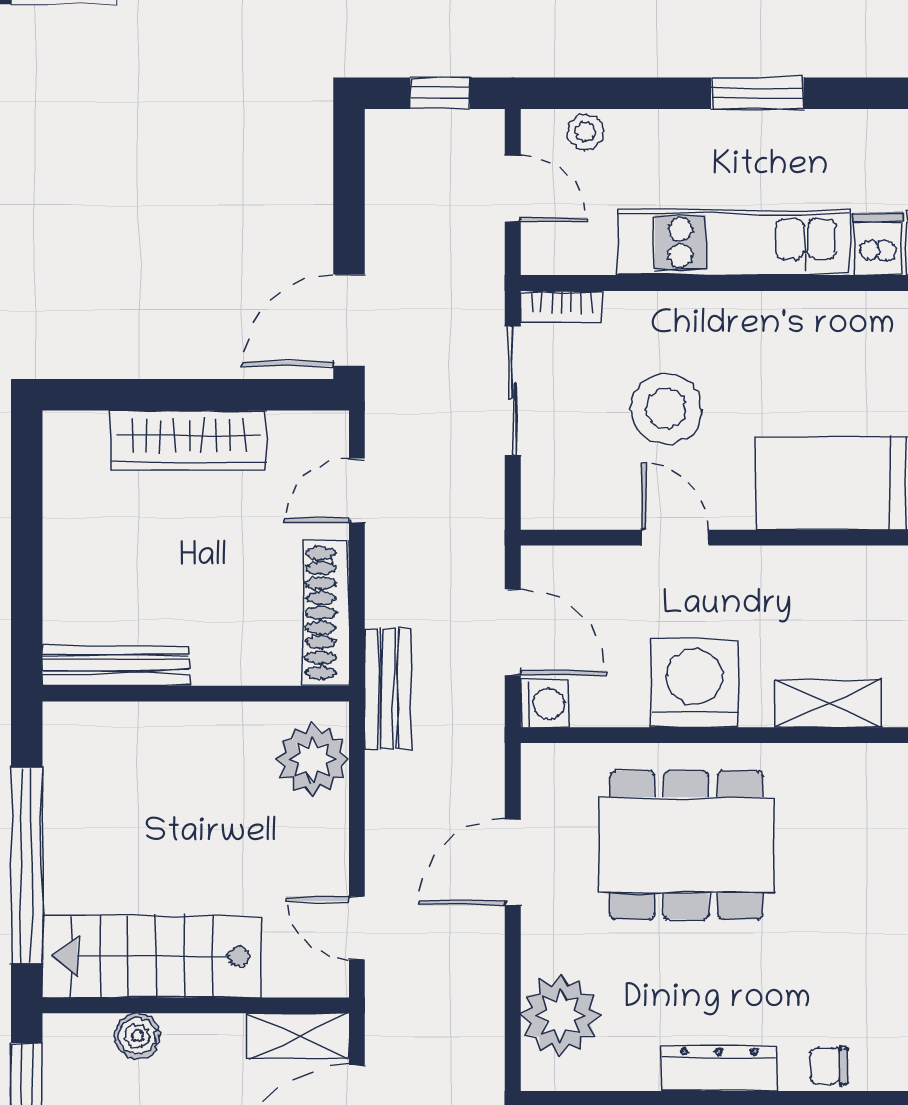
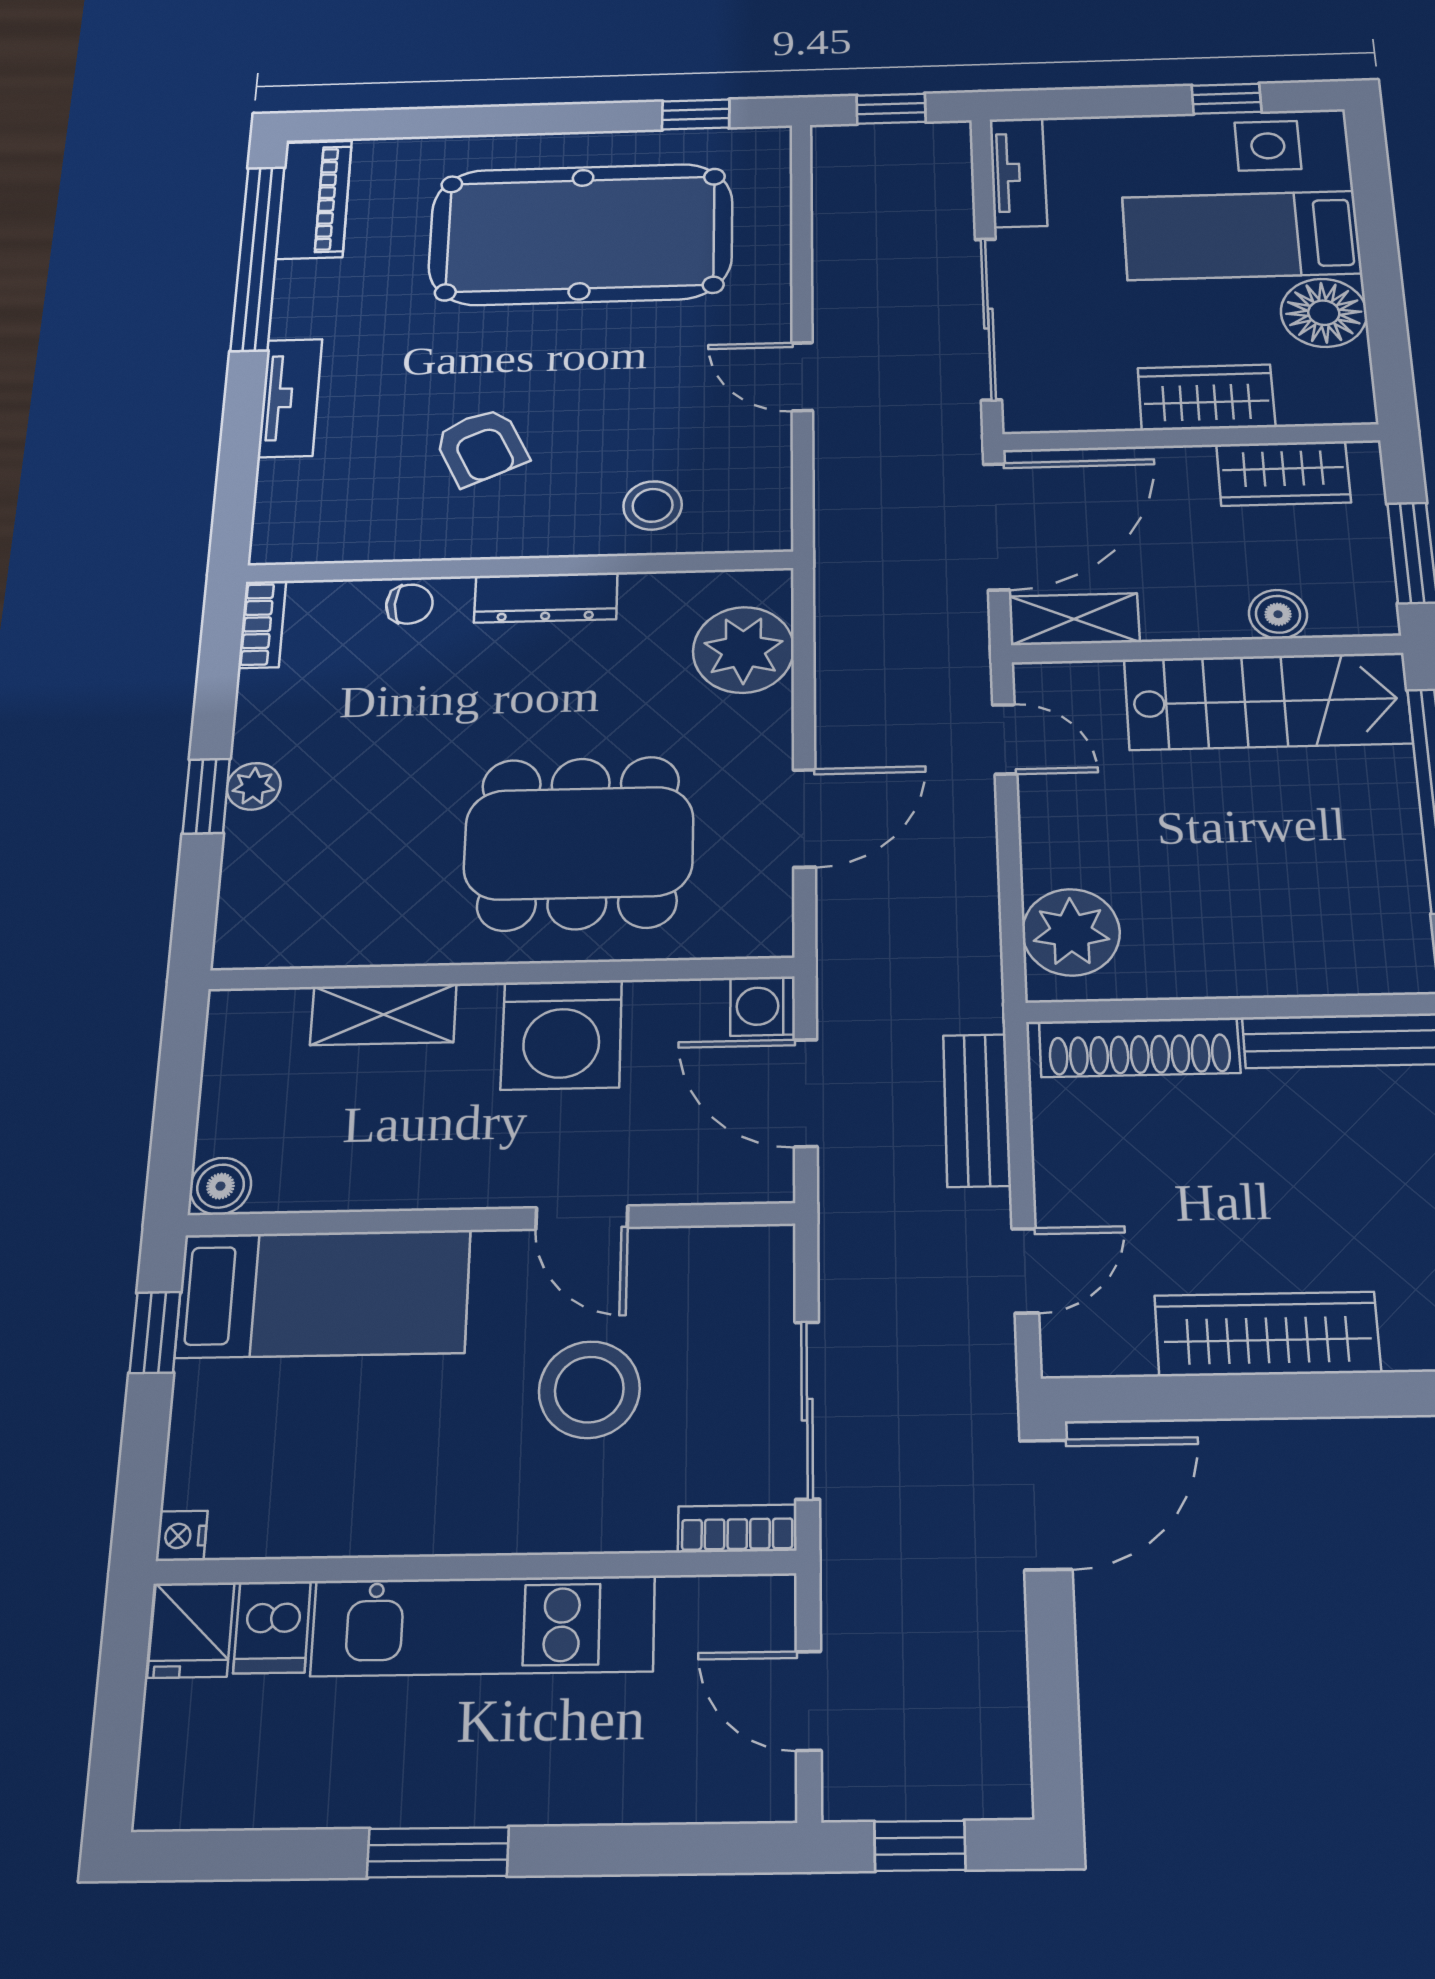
stool: (586, 132) -> (699, 1789), removed
shoe rack: (327, 613) -> (1139, 1047), moved, turned 90
bench: (388, 689) -> (977, 1110), moved

